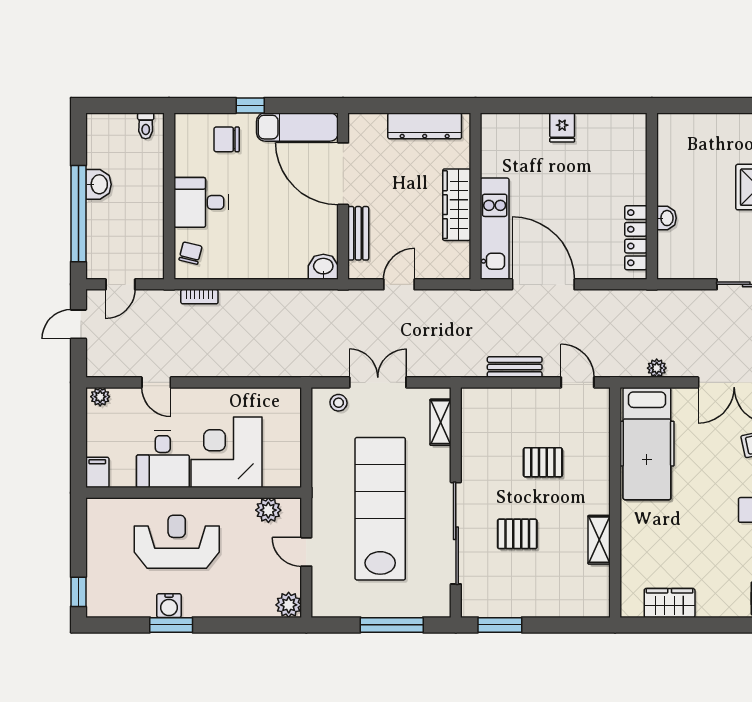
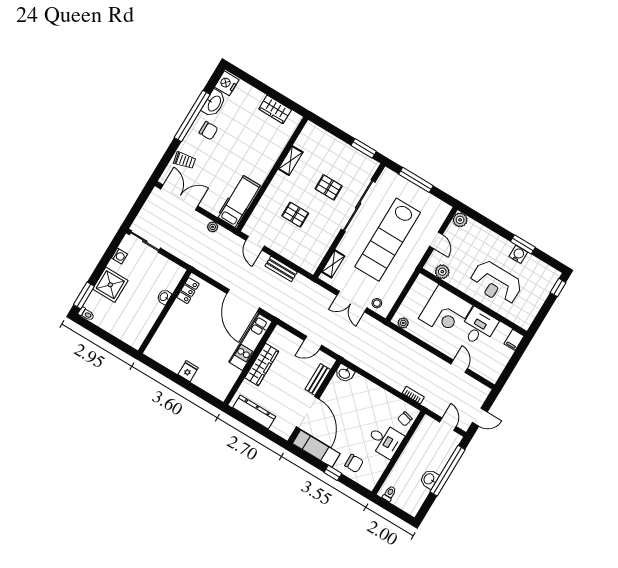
locker: (636, 238) -> (188, 291), width x0.66
door: (120, 284) -> (448, 424), hinge flipped
plant: (100, 397) -> (403, 323), moved
hospital bed: (647, 444) -> (239, 201), width x0.73, depth x0.78

